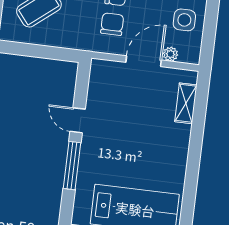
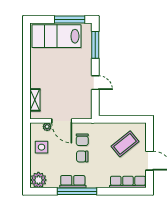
door: (144, 61) -> (62, 121), hinge flipped
window: (72, 166) -> (95, 45), moved

